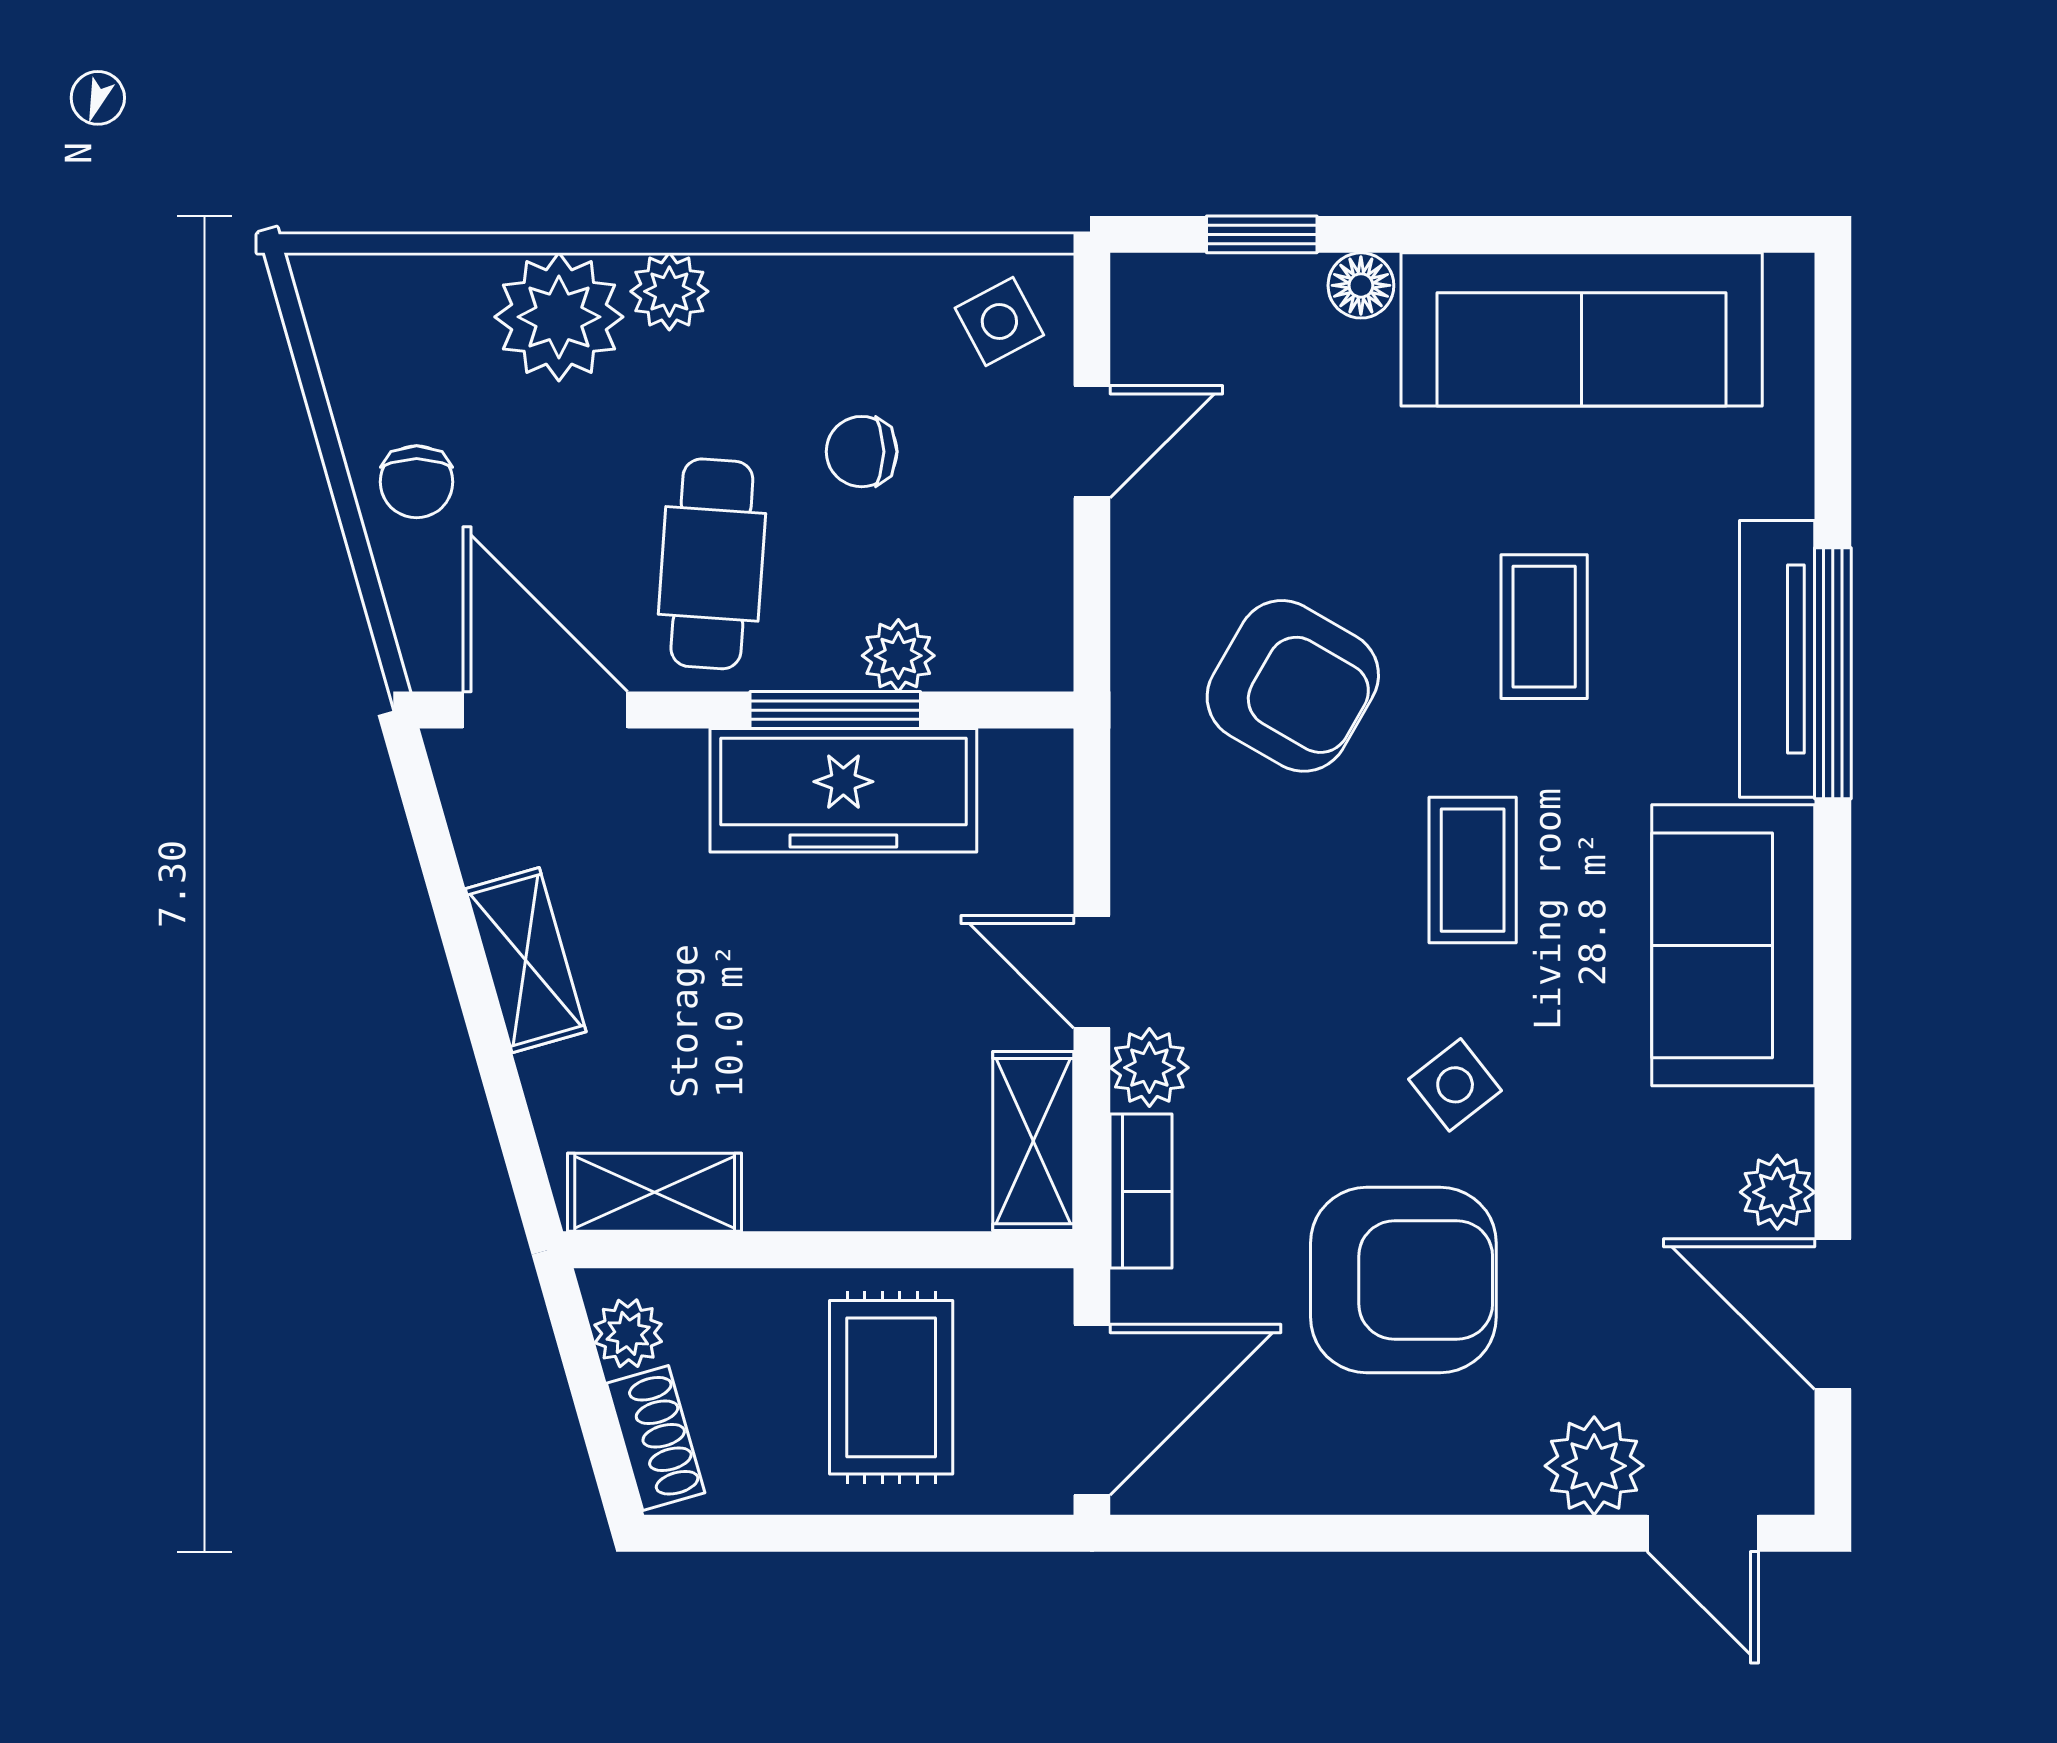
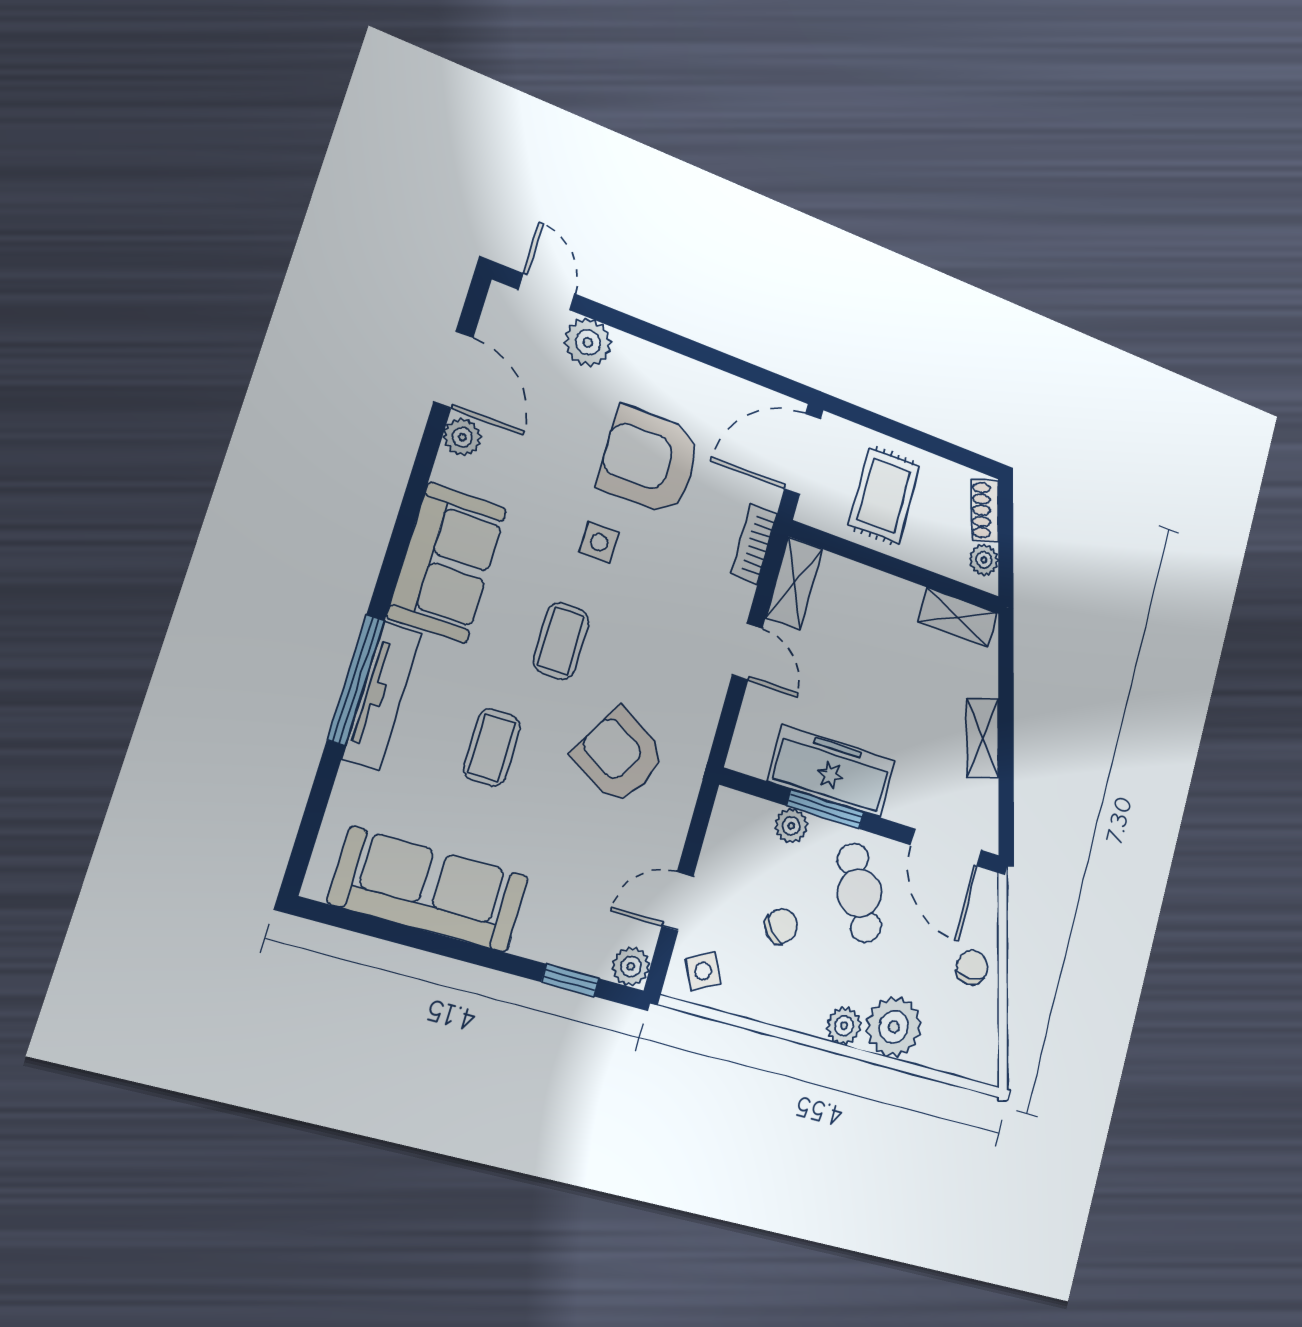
floor lamp: (1361, 285) -> (530, 942), removed
chair: (862, 452) -> (781, 926), turned -42
cafe table: (712, 564) -> (859, 893), turned -32
plant: (1149, 1068) -> (631, 966), moved
side table: (1455, 1085) -> (599, 542), turned 38

